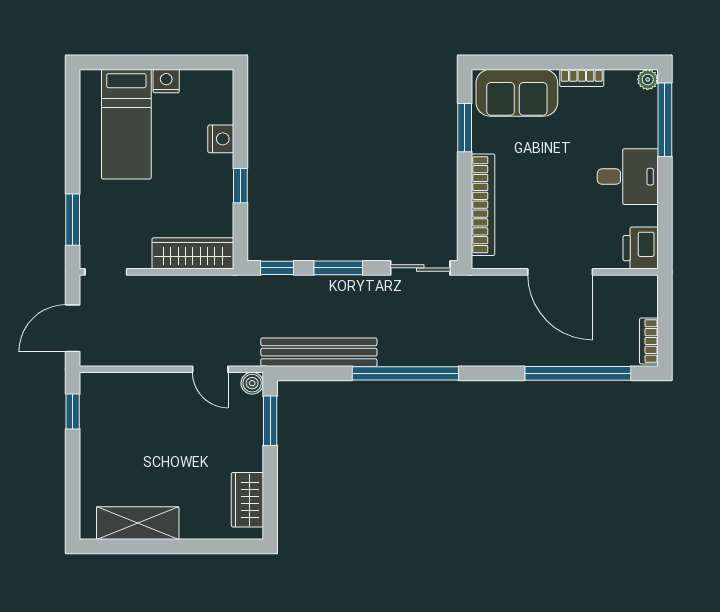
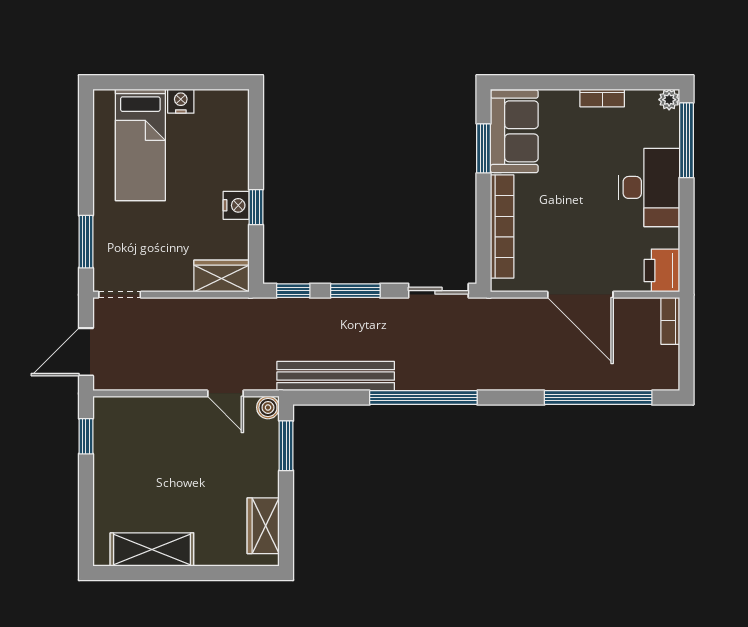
sofa: (517, 93) -> (514, 131), moved, turned -90
nightstand: (221, 139) -> (236, 205), moved
desk: (628, 177) -> (649, 187), width x1.37
wardrobe: (193, 253) -> (222, 276), width x0.67
bookcase: (649, 341) -> (670, 321), moved

